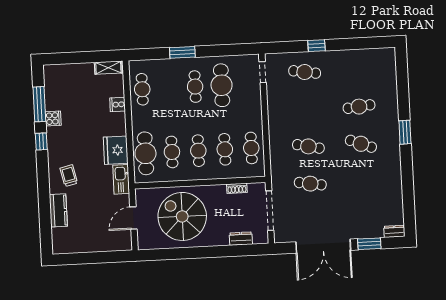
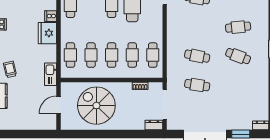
fridge: (116, 150) -> (47, 33), moved
cafe table: (145, 153) -> (70, 55), width x0.73, depth x0.74
dresser: (241, 239) -> (154, 125), moved

